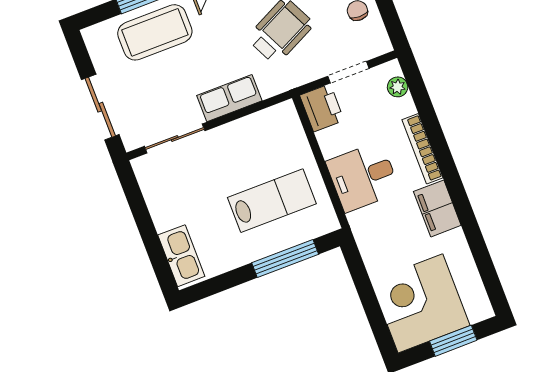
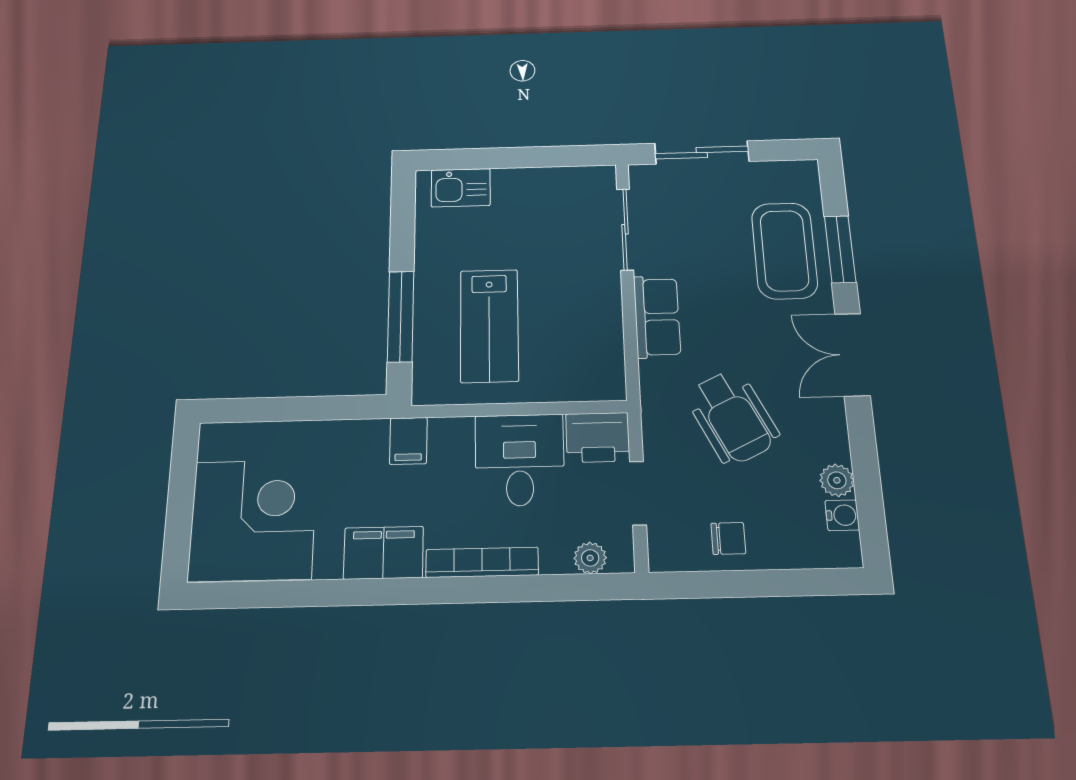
desk: (363, 177) -> (520, 460), moved
filing cabinet: (364, 221) -> (408, 441), added
kitchen sink: (181, 256) -> (461, 188), width x0.73
corner desk: (420, 303) -> (253, 520), moved
window: (453, 341) -> (180, 507), removed

